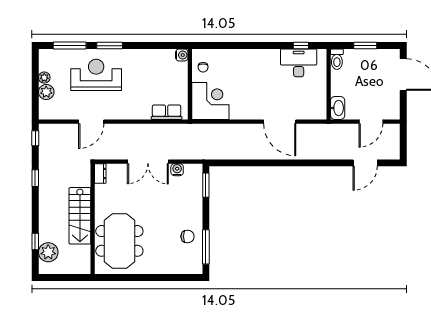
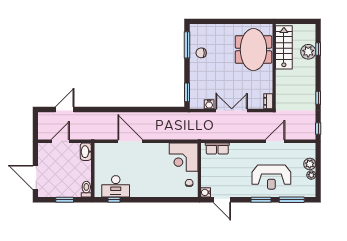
door: (161, 46) -> (222, 200), added
stairs: (80, 216) -> (284, 47), moved
plant: (48, 252) -> (308, 52), moved

